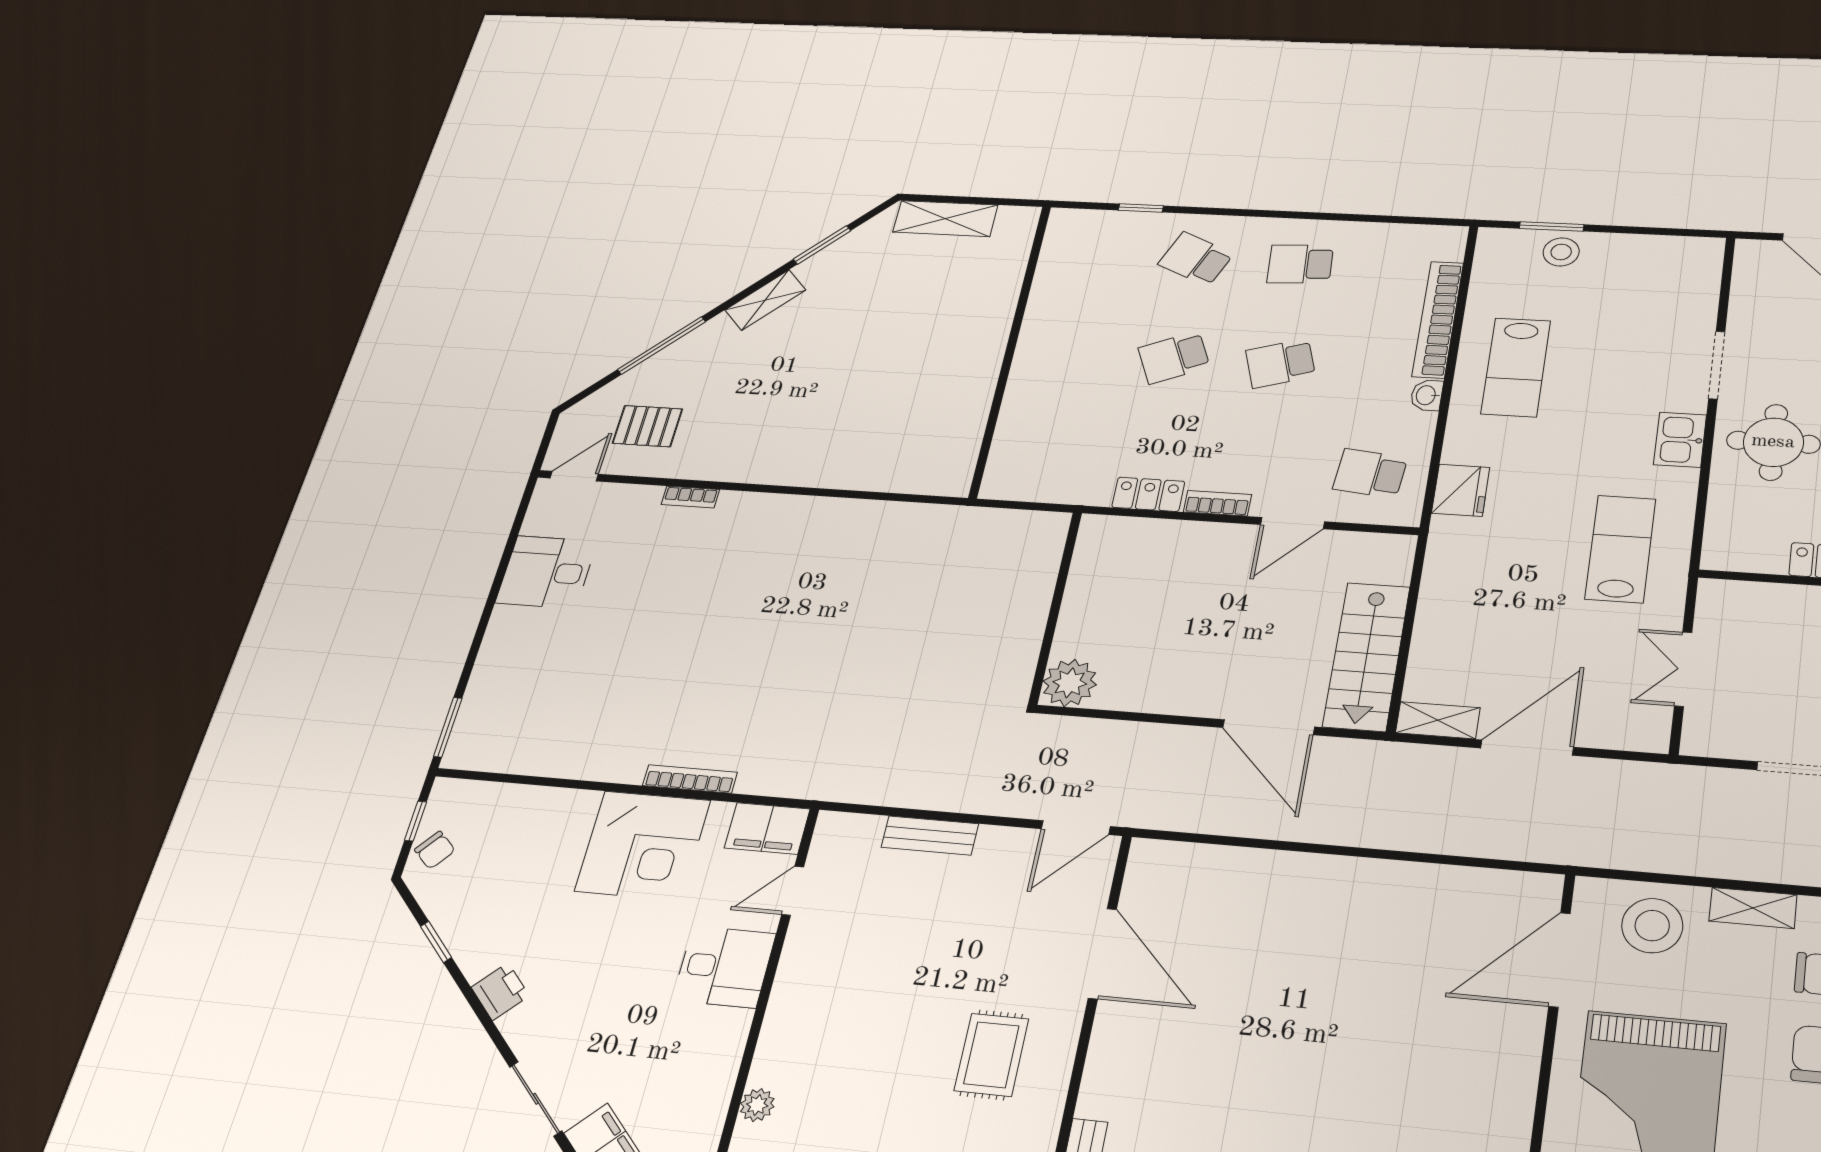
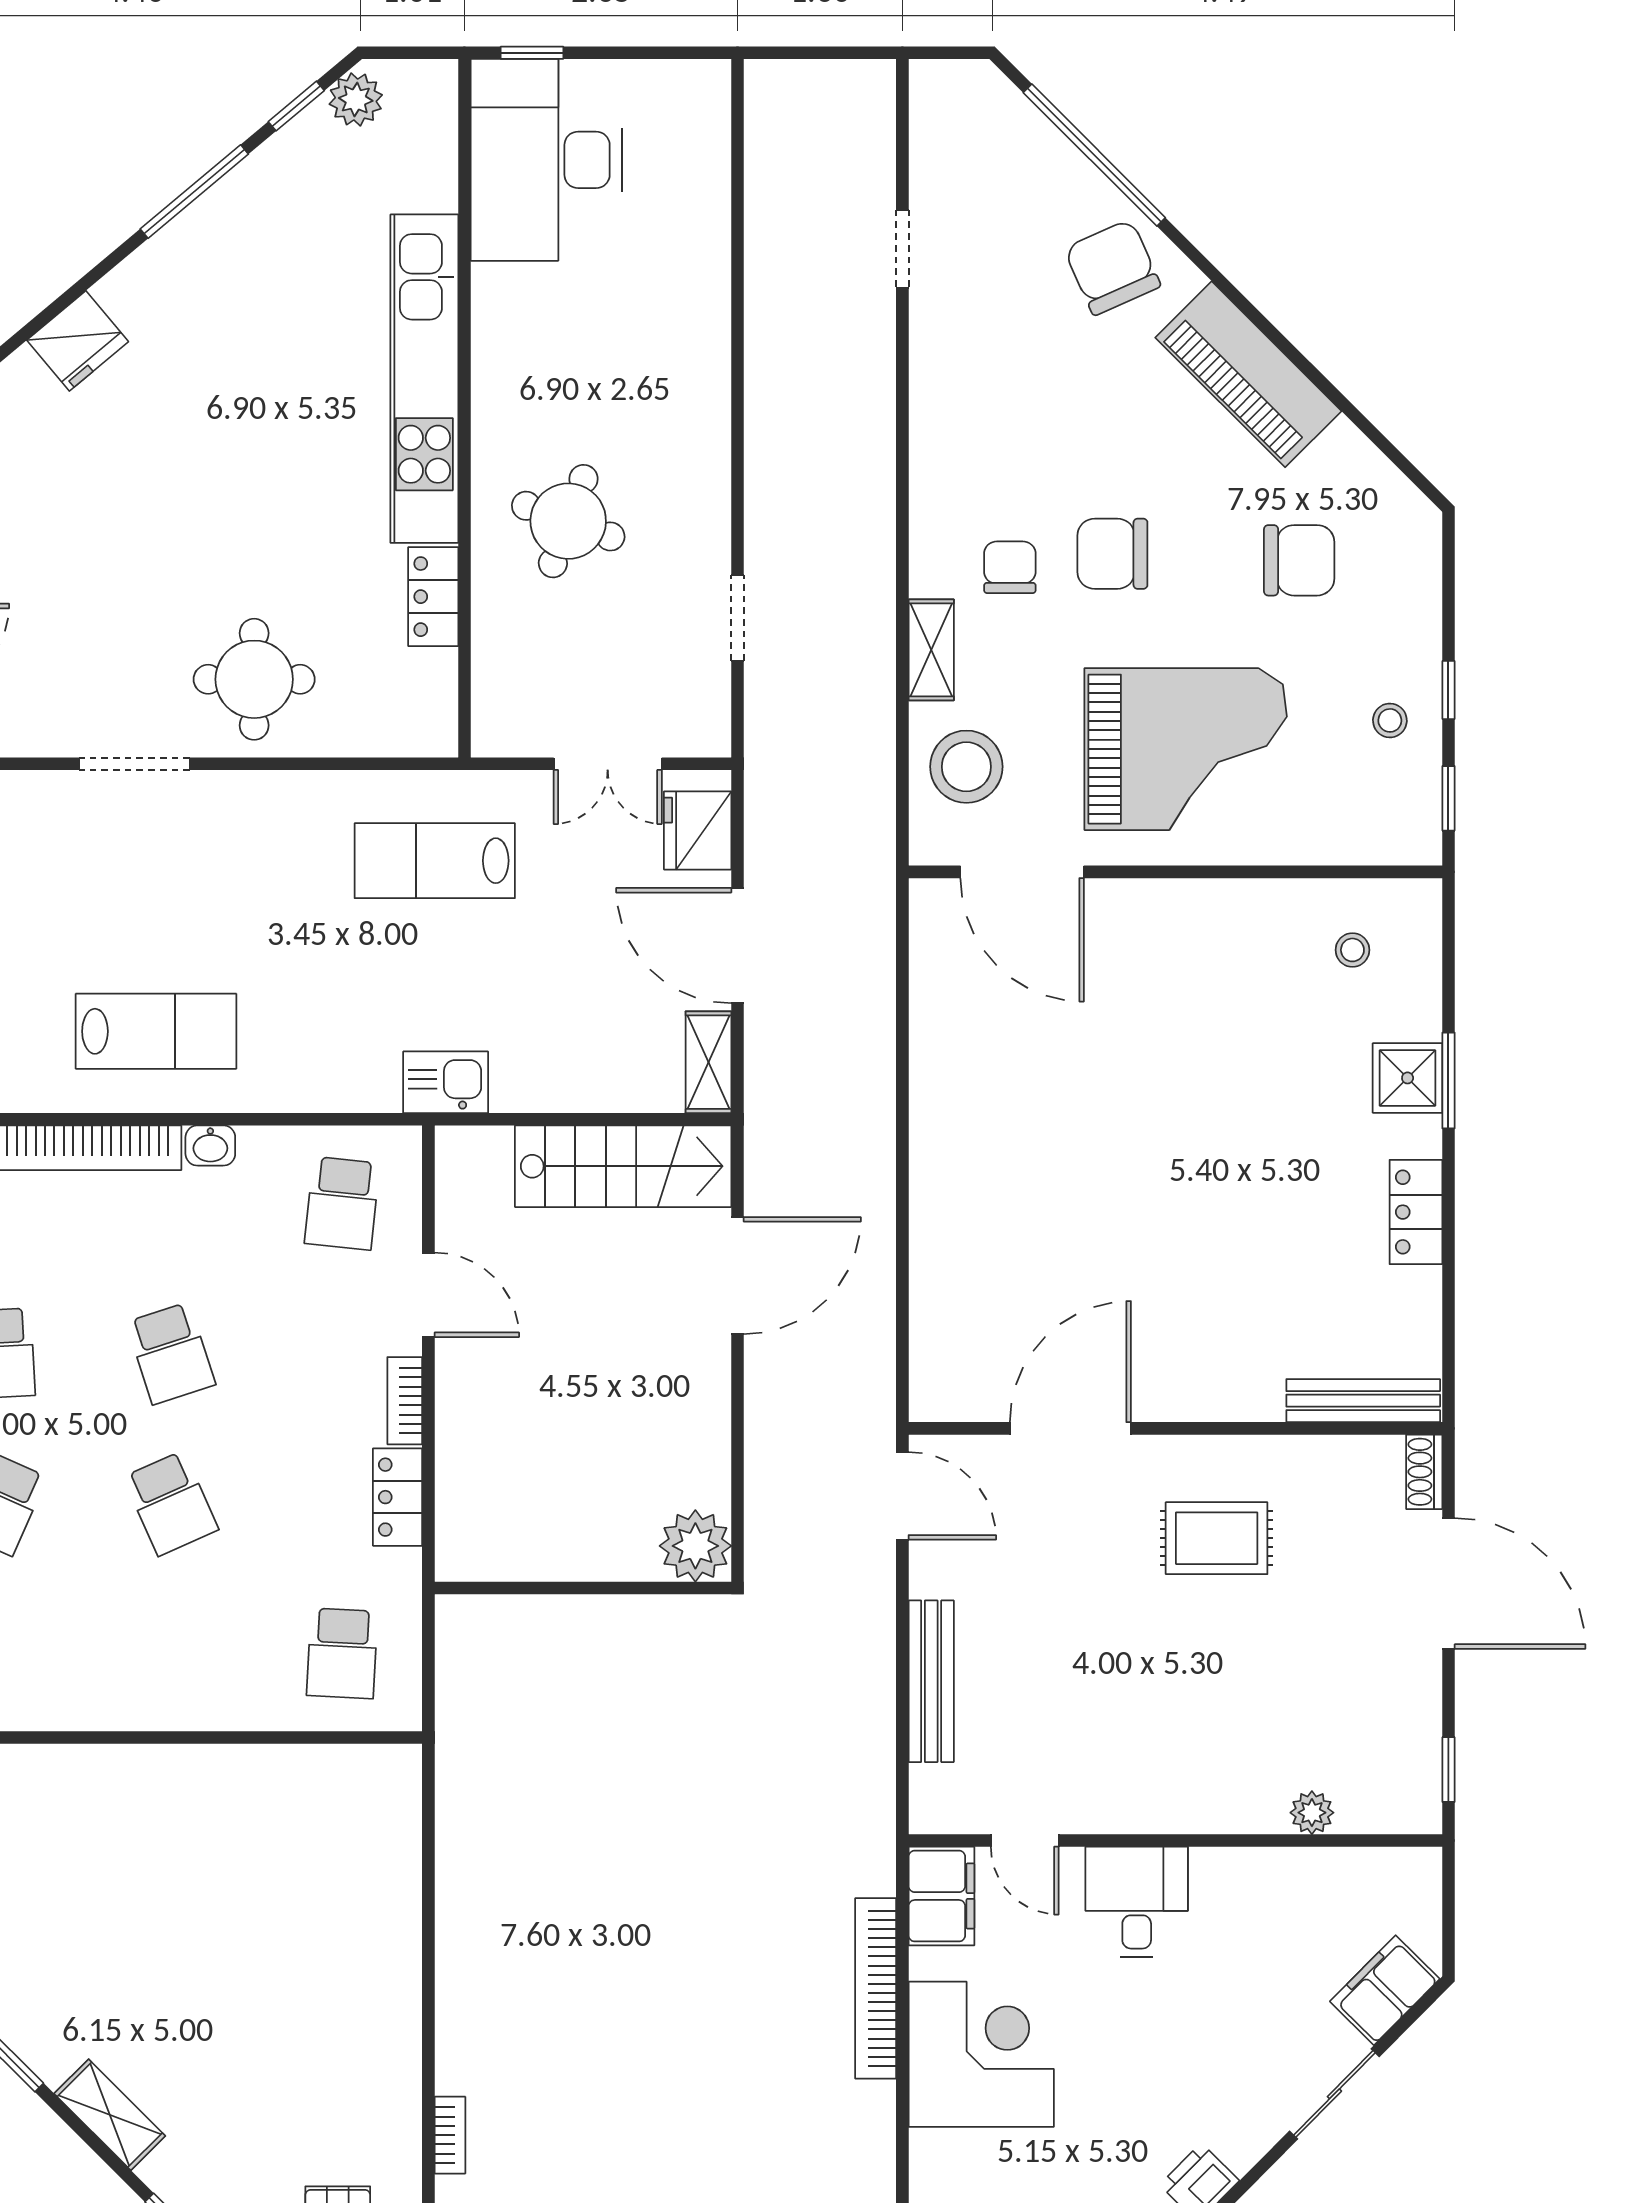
kitchen sink: (1680, 440) -> (446, 1082), moved, turned 180
school desk: (1044, 453) -> (342, 1653), added
fridge: (1461, 490) -> (698, 830), moved, turned -90
bookcase: (690, 779) -> (876, 1988), width x1.48, depth x1.31
bench: (930, 835) -> (931, 1681), width x1.36

